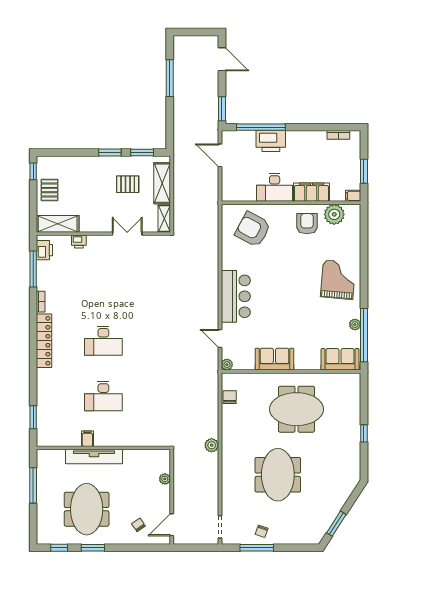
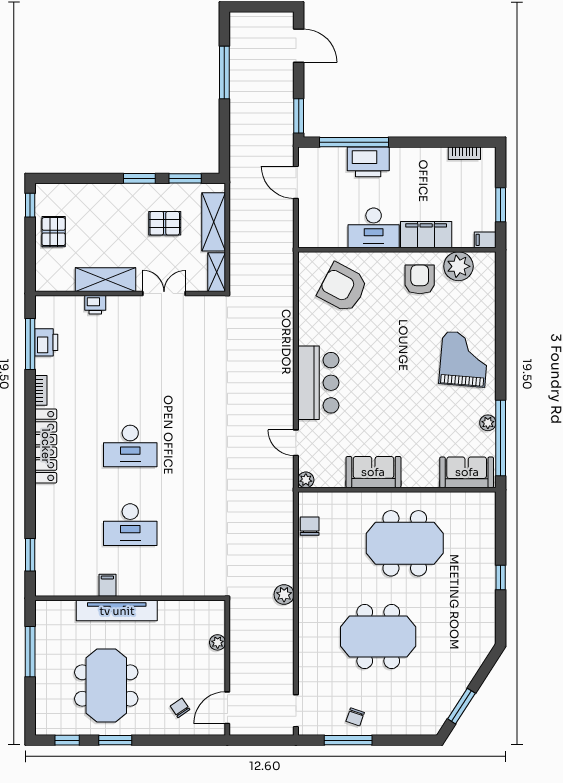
shelving: (58, 224) -> (105, 280), moved
printer: (44, 250) -> (46, 342), moved
meeting table: (278, 475) -> (378, 636), turned 90

